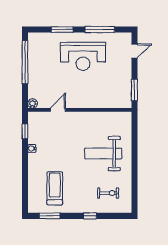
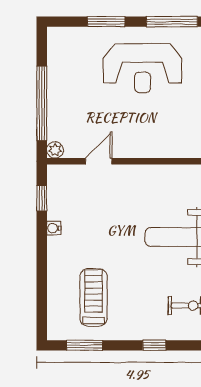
window: (25, 62) -> (42, 103), moved

